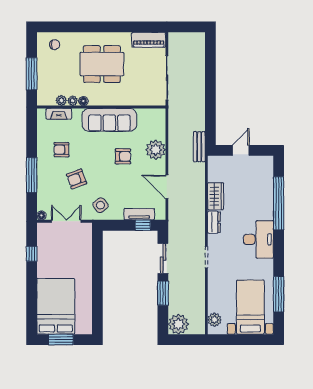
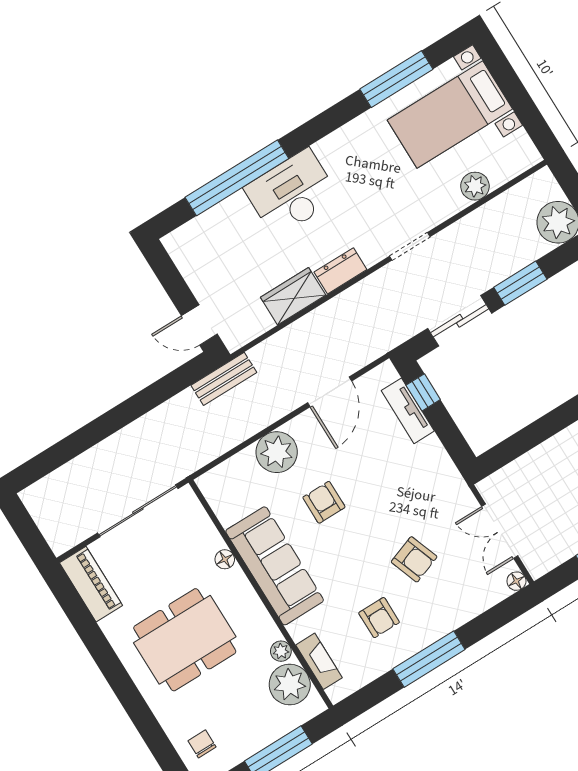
dining table: (102, 64) -> (185, 640), turned 90
plant: (61, 100) -> (290, 684), width x1.87, depth x1.87
floor lamp: (83, 101) -> (225, 559), moved
door: (241, 150) -> (199, 325), moved
window: (32, 175) -> (429, 659), moved
side table: (100, 205) -> (434, 489), removed
desk: (258, 239) -> (292, 193), moved
plant: (214, 320) -> (475, 186), moved

